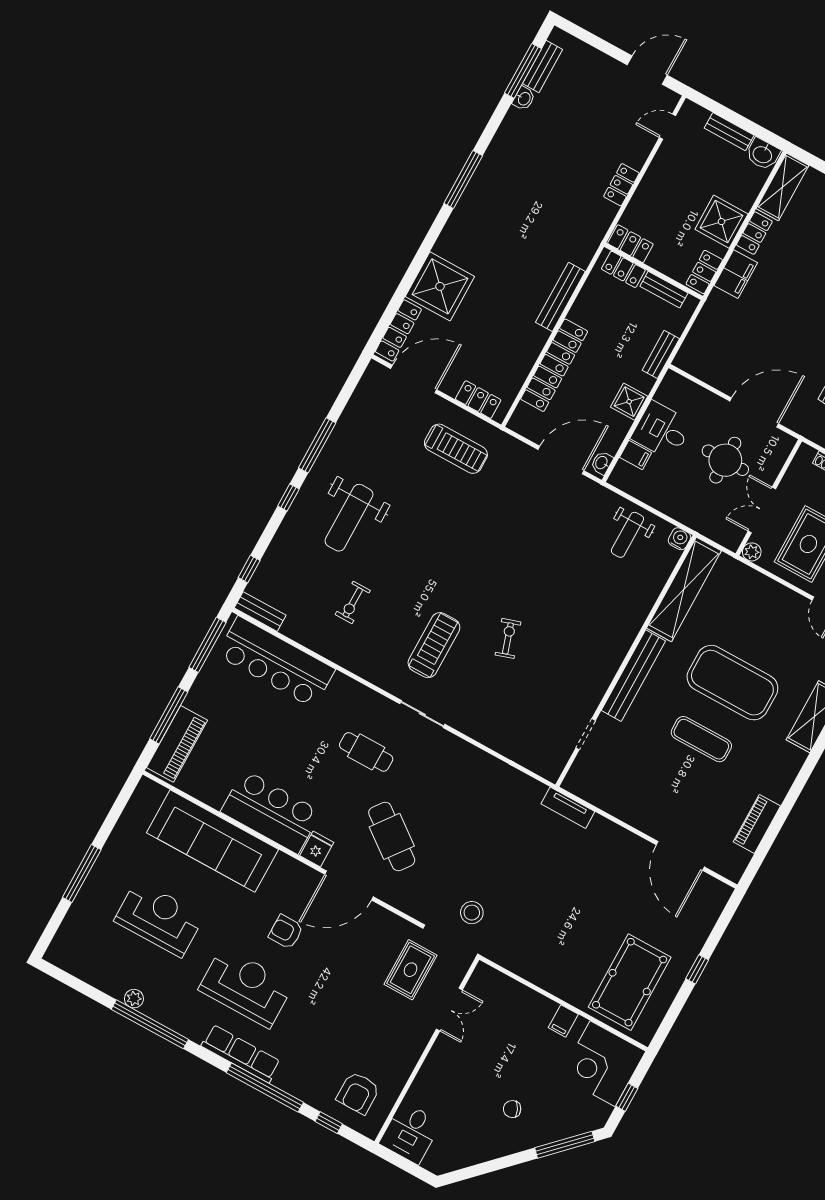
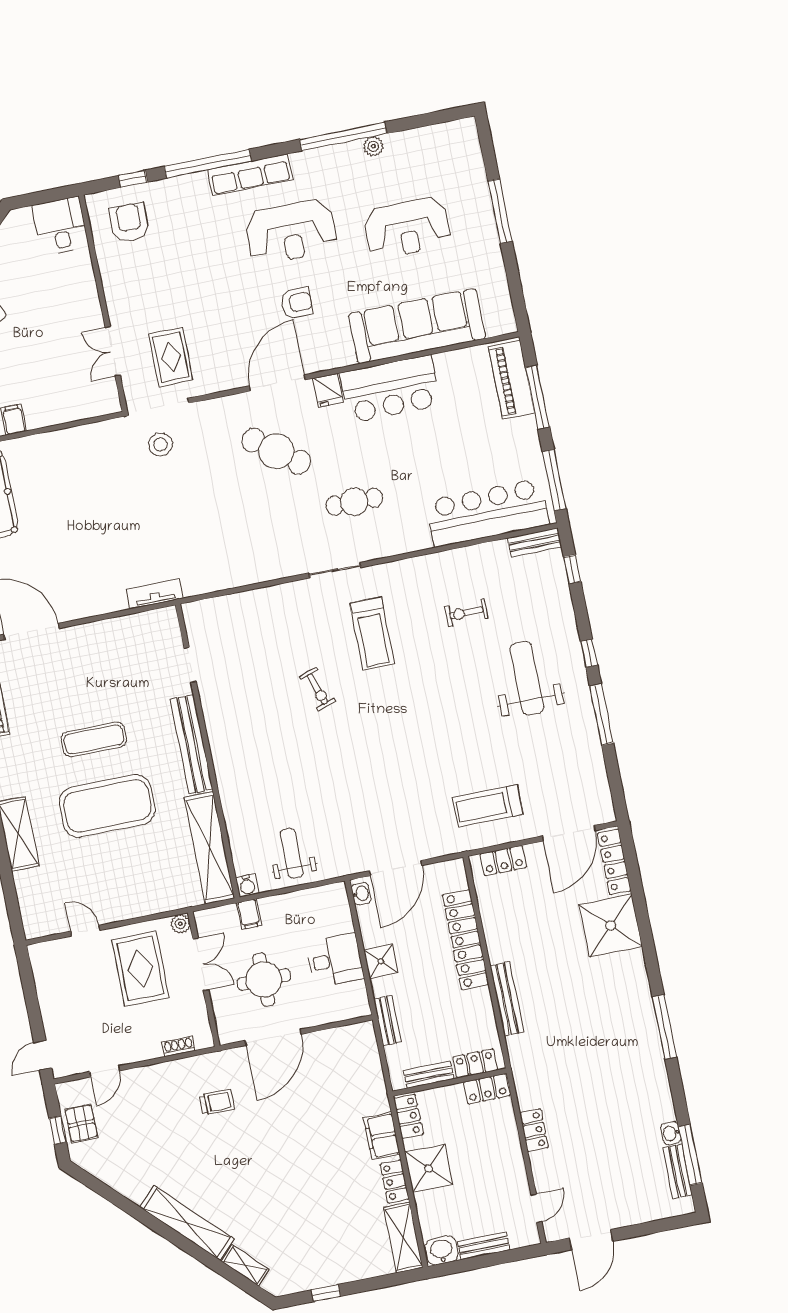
filing cabinet: (636, 455) -> (249, 914), moved, turned -90
exercise bike: (353, 602) -> (466, 613), turned -90

